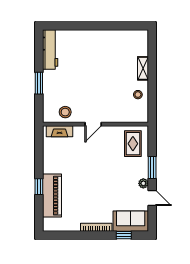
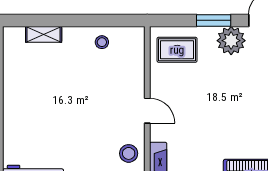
shelving: (143, 68) -> (44, 34), moved
plant: (143, 183) -> (231, 41), width x1.88, depth x1.88

